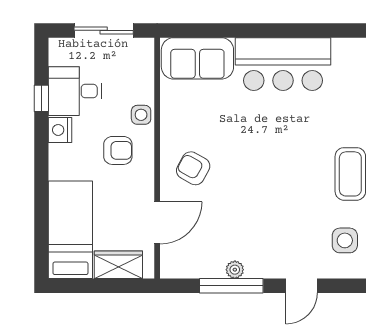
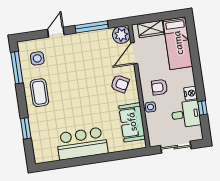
sofa: (197, 58) -> (132, 122), moved, turned -90
plant: (235, 270) -> (121, 35), moved, width x1.88, depth x1.88

